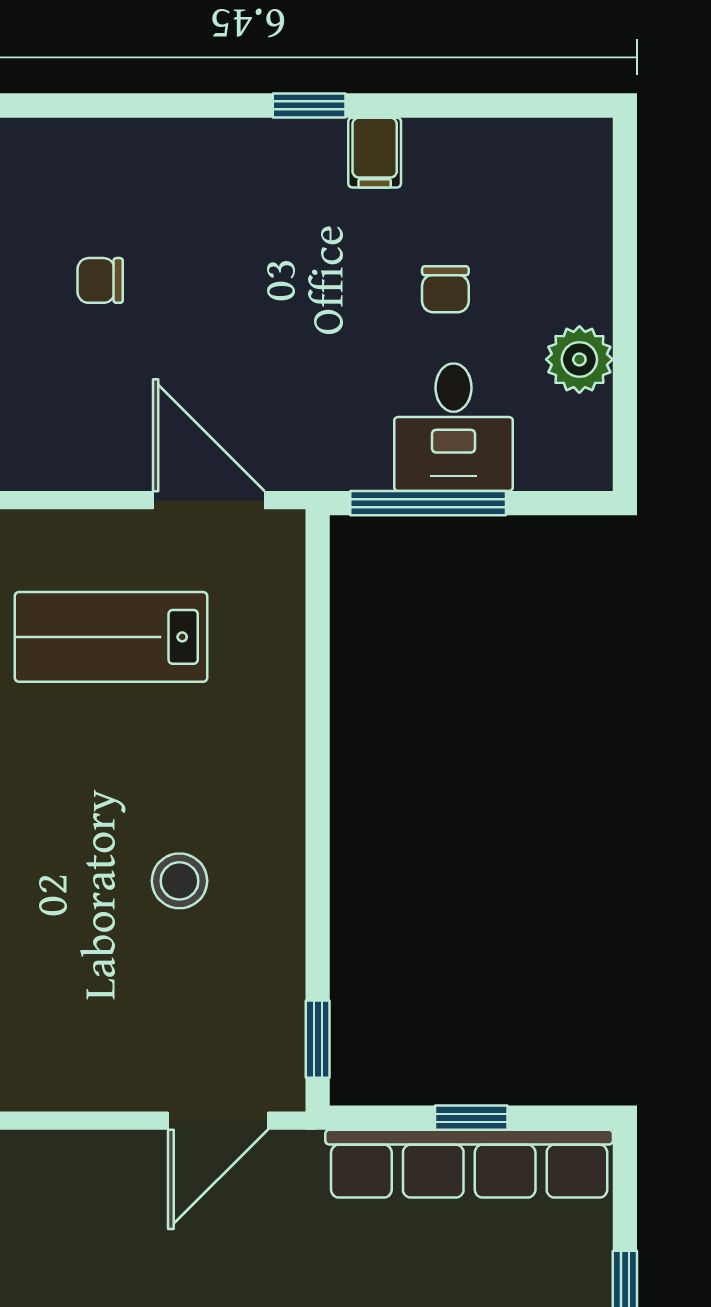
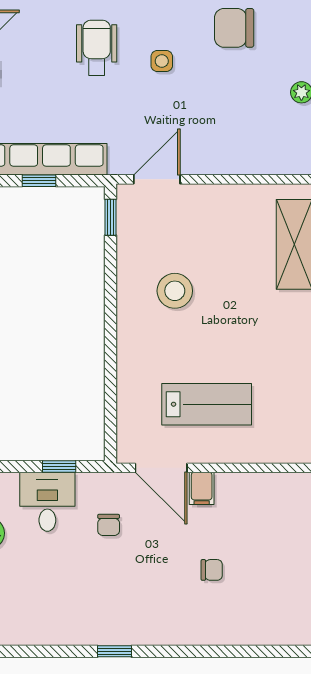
filing cabinet: (375, 153) -> (202, 488), moved, turned 180
chair: (445, 289) -> (109, 525), moved, turned 180
window: (428, 503) -> (59, 466), width x0.46
stool: (179, 881) -> (175, 291), width x1.38, depth x1.38

